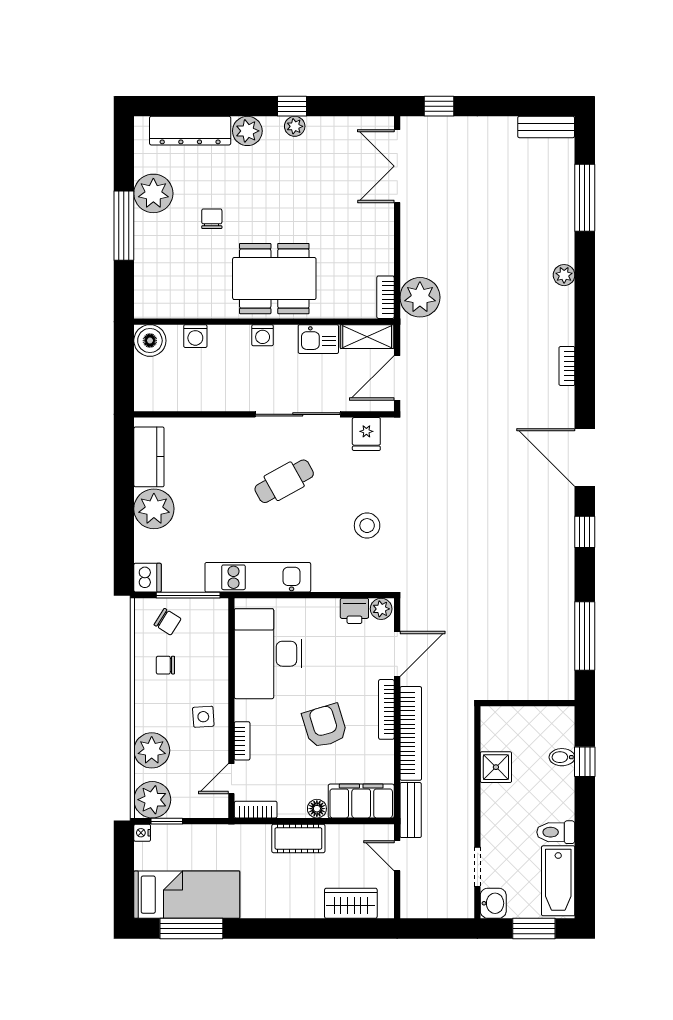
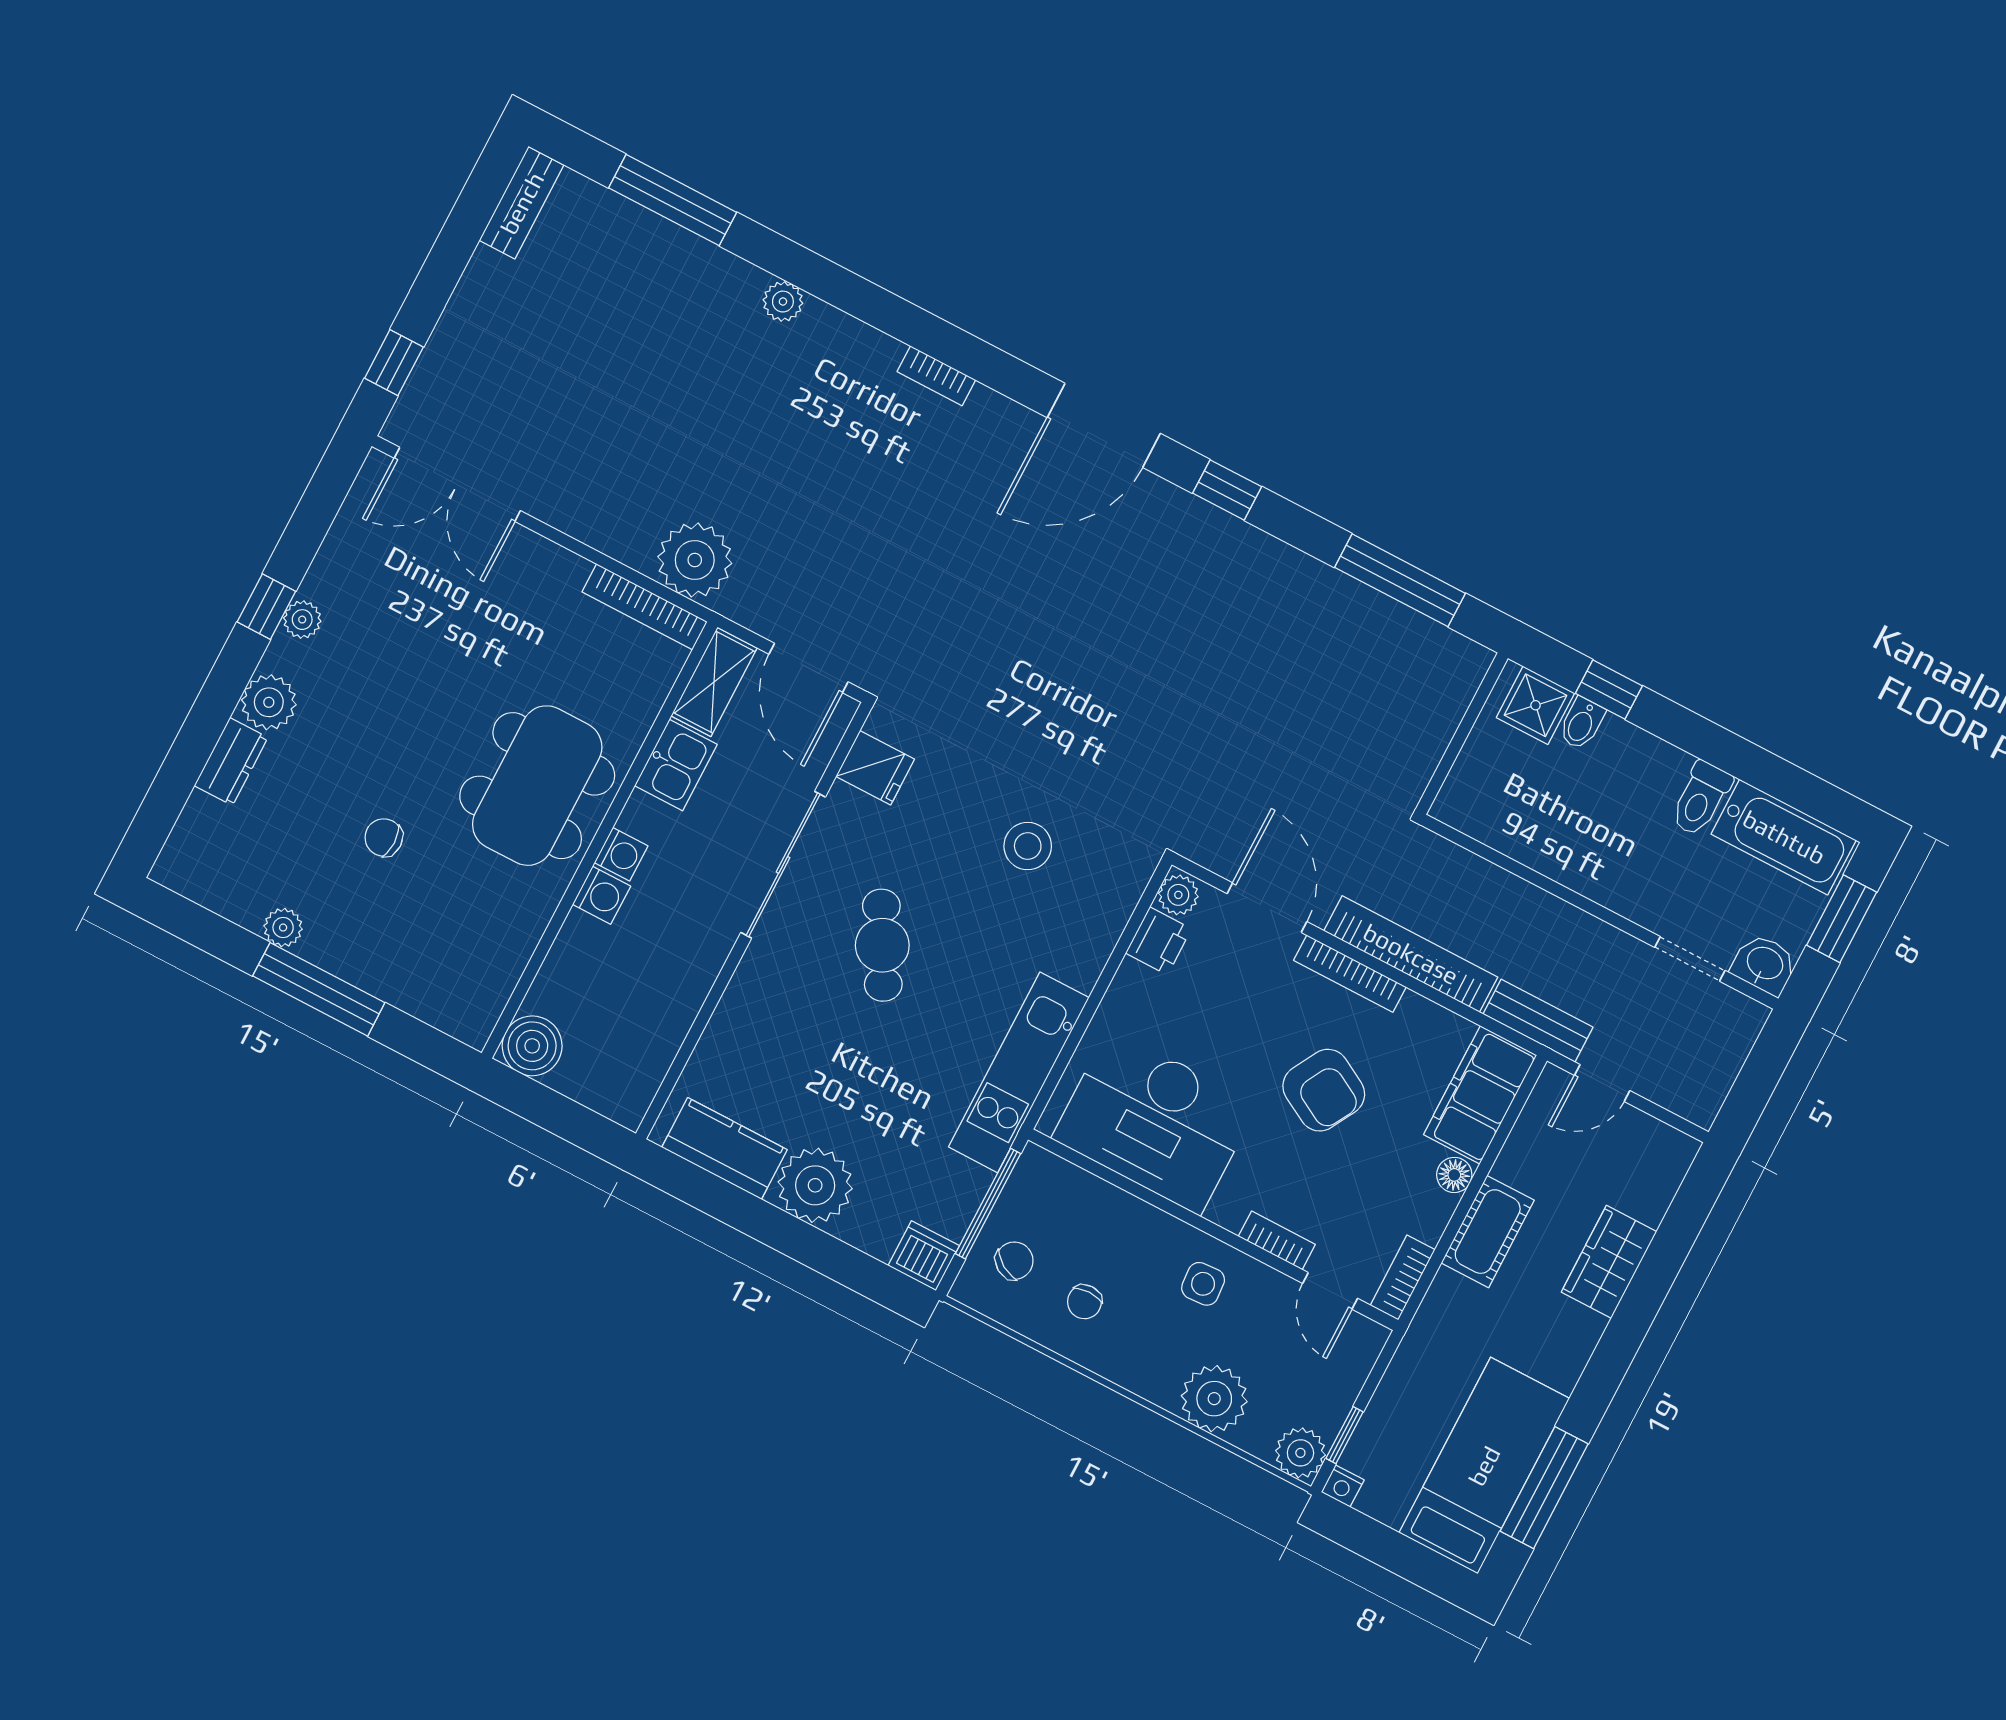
dresser: (190, 131) -> (231, 762), width x0.51, depth x0.80
plant: (153, 193) -> (283, 928), width x0.53, depth x0.53
bookcase: (385, 297) -> (645, 607), width x1.56
washing machine: (195, 336) -> (602, 895), moved
armchair: (325, 726) -> (1324, 1090), turned -134
shower: (496, 767) -> (1536, 705), moved
plant: (152, 800) -> (1300, 1453), width x0.73, depth x0.73
wardrobe: (351, 903) -> (1609, 1262), moved

